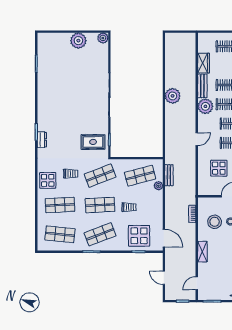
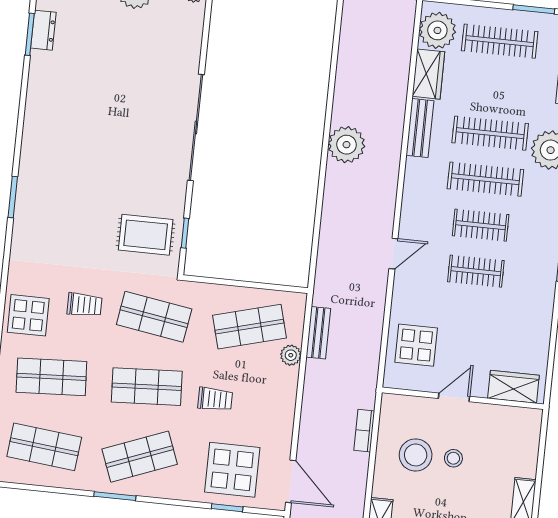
plant: (205, 106) -> (437, 30), moved
dresser: (42, 140) -> (43, 30), moved
display table: (219, 168) -> (416, 345), moved
shop shelf: (100, 176) -> (154, 317), turned 30

